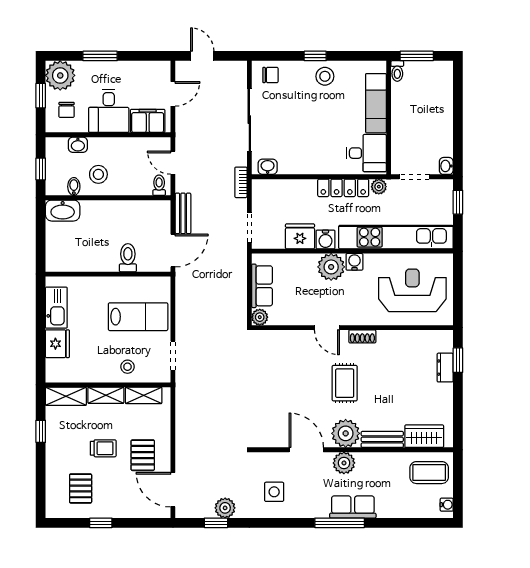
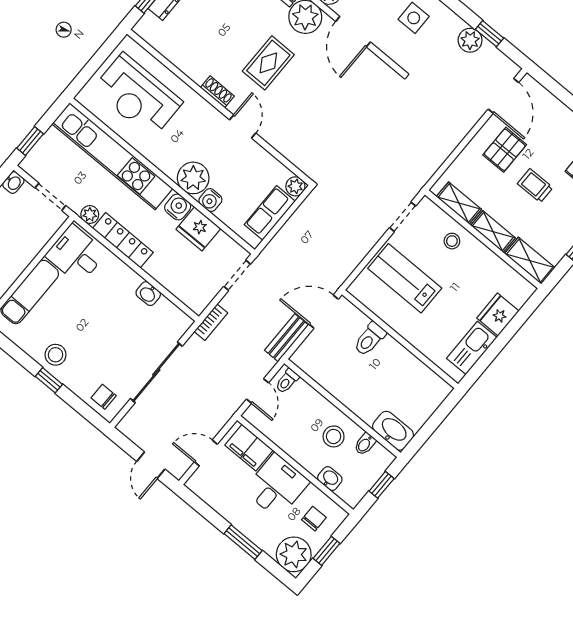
washbasin: (268, 167) -> (148, 294), moved
water cooler: (354, 262) -> (210, 200), moved

